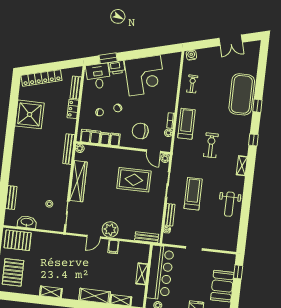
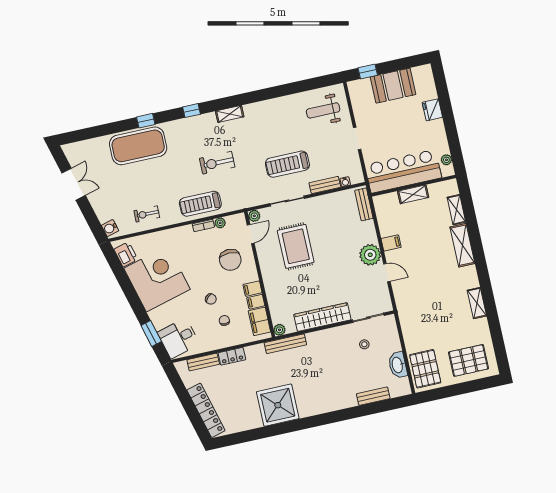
printer: (117, 67) -> (126, 254), moved
shower: (30, 114) -> (278, 405), moved
weight bench: (229, 204) -> (323, 110), moved, turned 180

